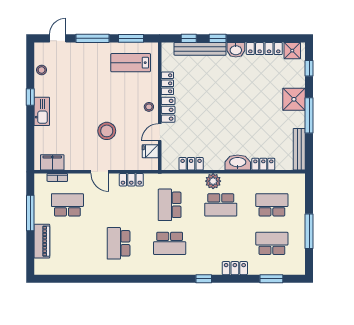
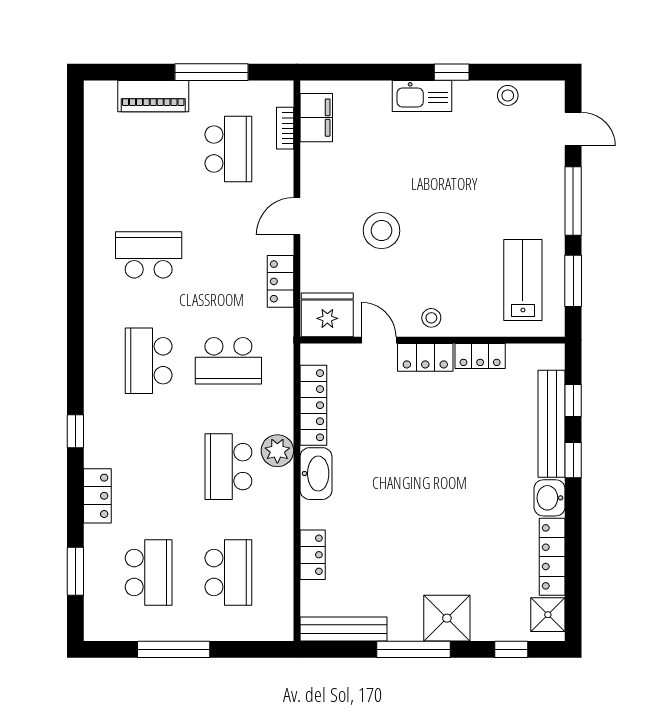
fridge: (150, 151) -> (327, 315), width x1.88, depth x1.34
washbasin: (238, 163) -> (316, 474), moved
locker: (191, 164) -> (313, 405), width x1.53
school desk: (170, 205) -> (228, 361), turned 180

